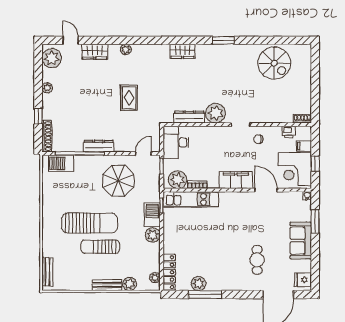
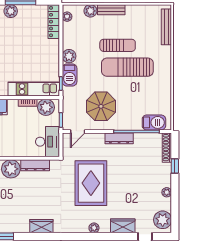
rug: (129, 98) -> (91, 183), width x1.86, depth x2.06
bench: (47, 272) -> (166, 27), width x1.36
plant: (199, 284) -> (11, 11), moved

